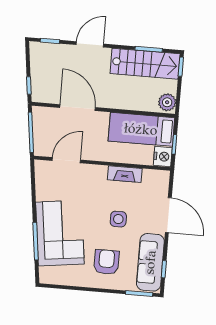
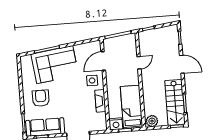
door: (78, 108) -> (139, 63), width x0.53
door: (66, 160) -> (103, 61), swing flipped
side table: (118, 219) -> (92, 81), moved
armchair: (106, 262) -> (41, 98), turned -90

